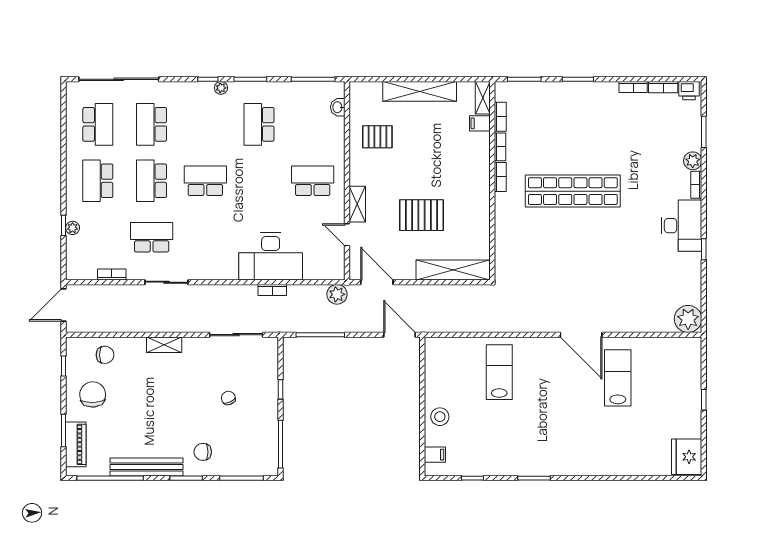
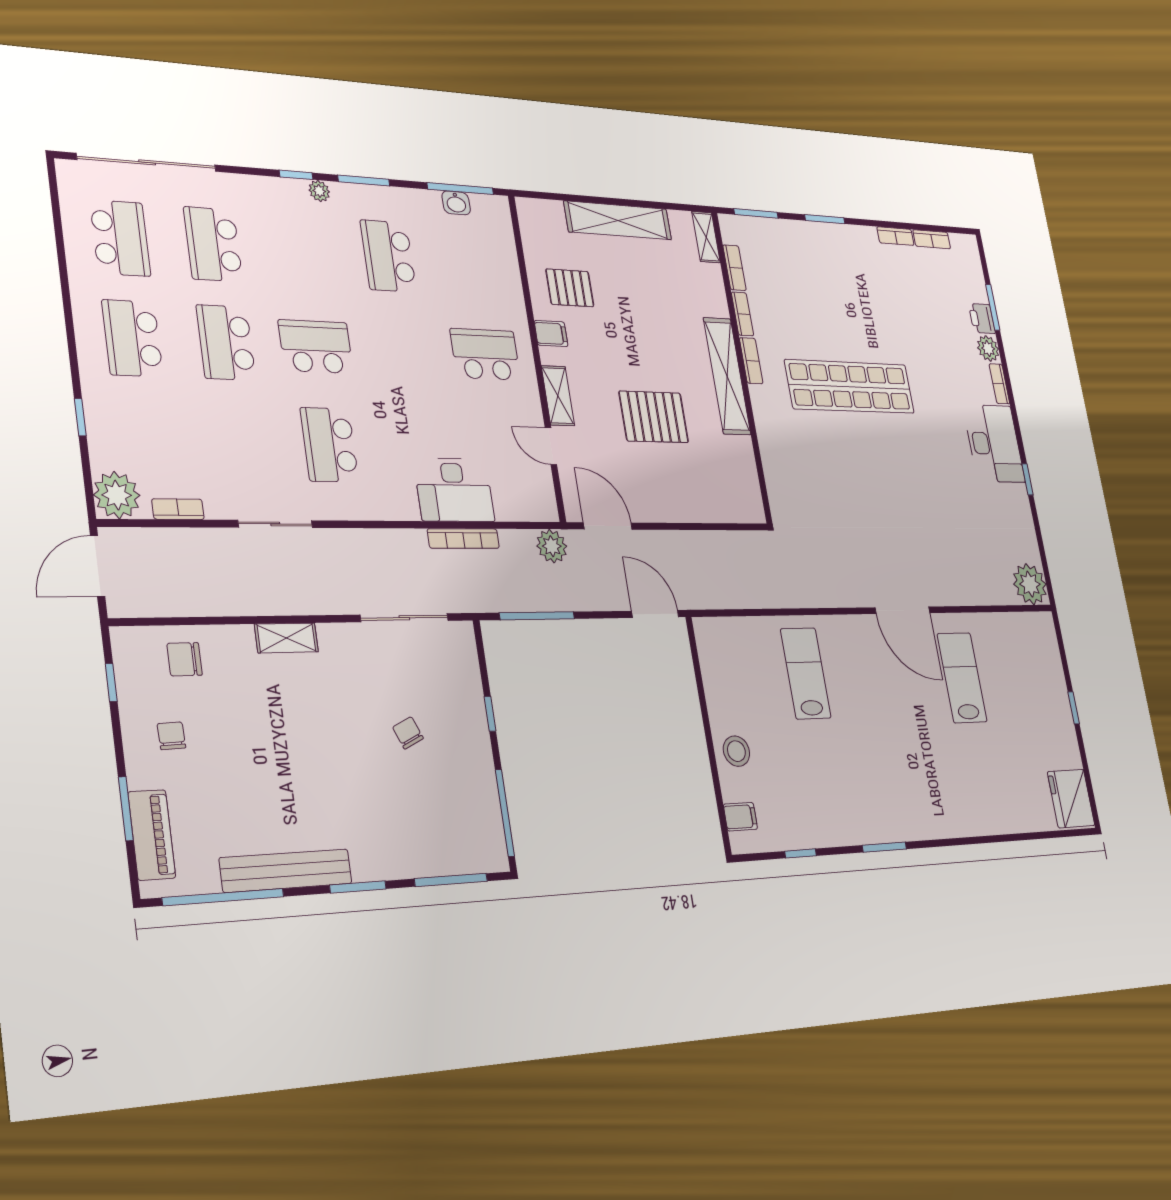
printer: (689, 91) -> (982, 319), moved, turned 90
washbasin: (338, 107) -> (456, 203), moved, turned -90
filing cabinet: (480, 123) -> (551, 334), moved, turned 180
plant: (73, 228) -> (117, 495), moved, width x1.88, depth x1.88
school desk: (152, 237) -> (329, 445), moved, turned -90
desk: (271, 256) -> (454, 490), width x0.73, depth x0.77
shelving: (453, 270) -> (727, 376), moved, turned 90
bookcase: (272, 290) -> (463, 539), width x1.56
chair: (105, 355) -> (185, 659), turned 180
chair: (93, 394) -> (171, 736), width x0.54, depth x0.54
chair: (203, 452) -> (379, 835), removed

